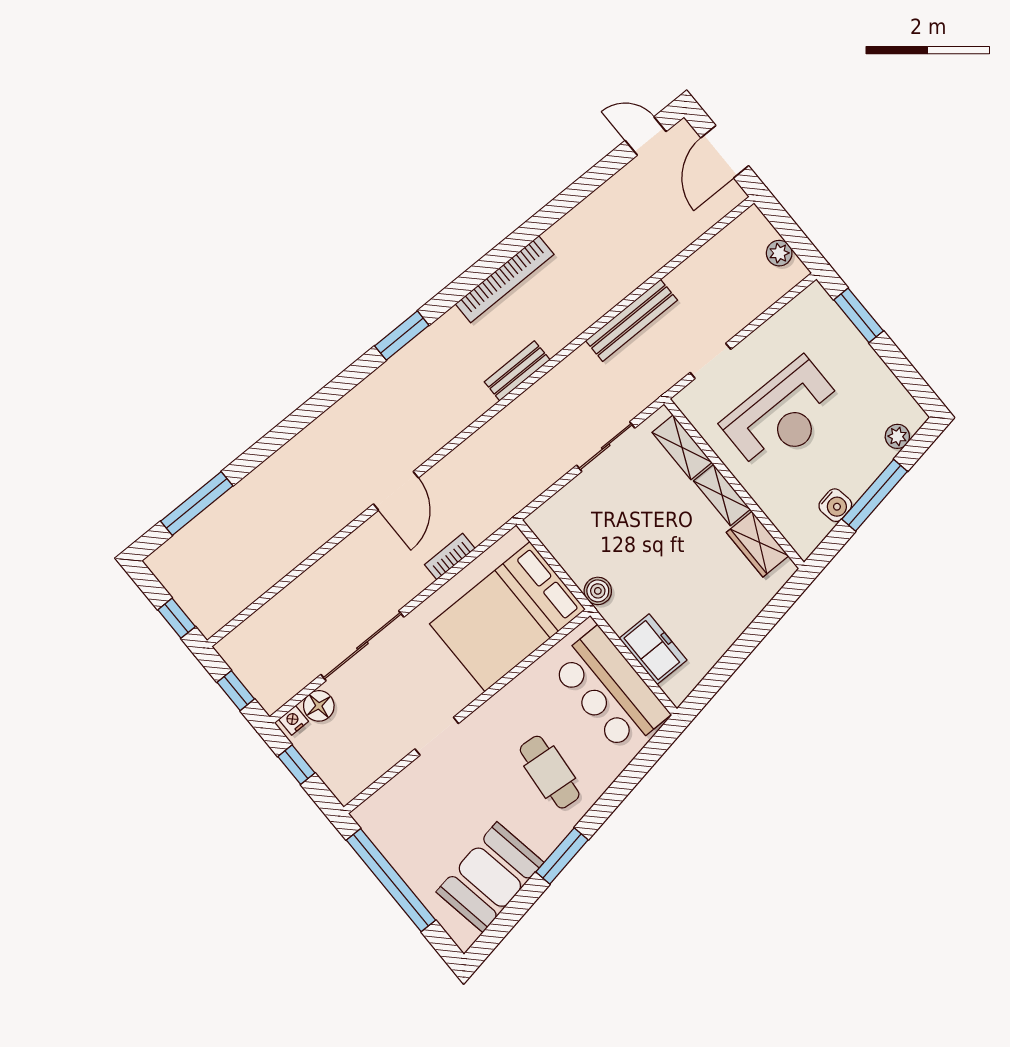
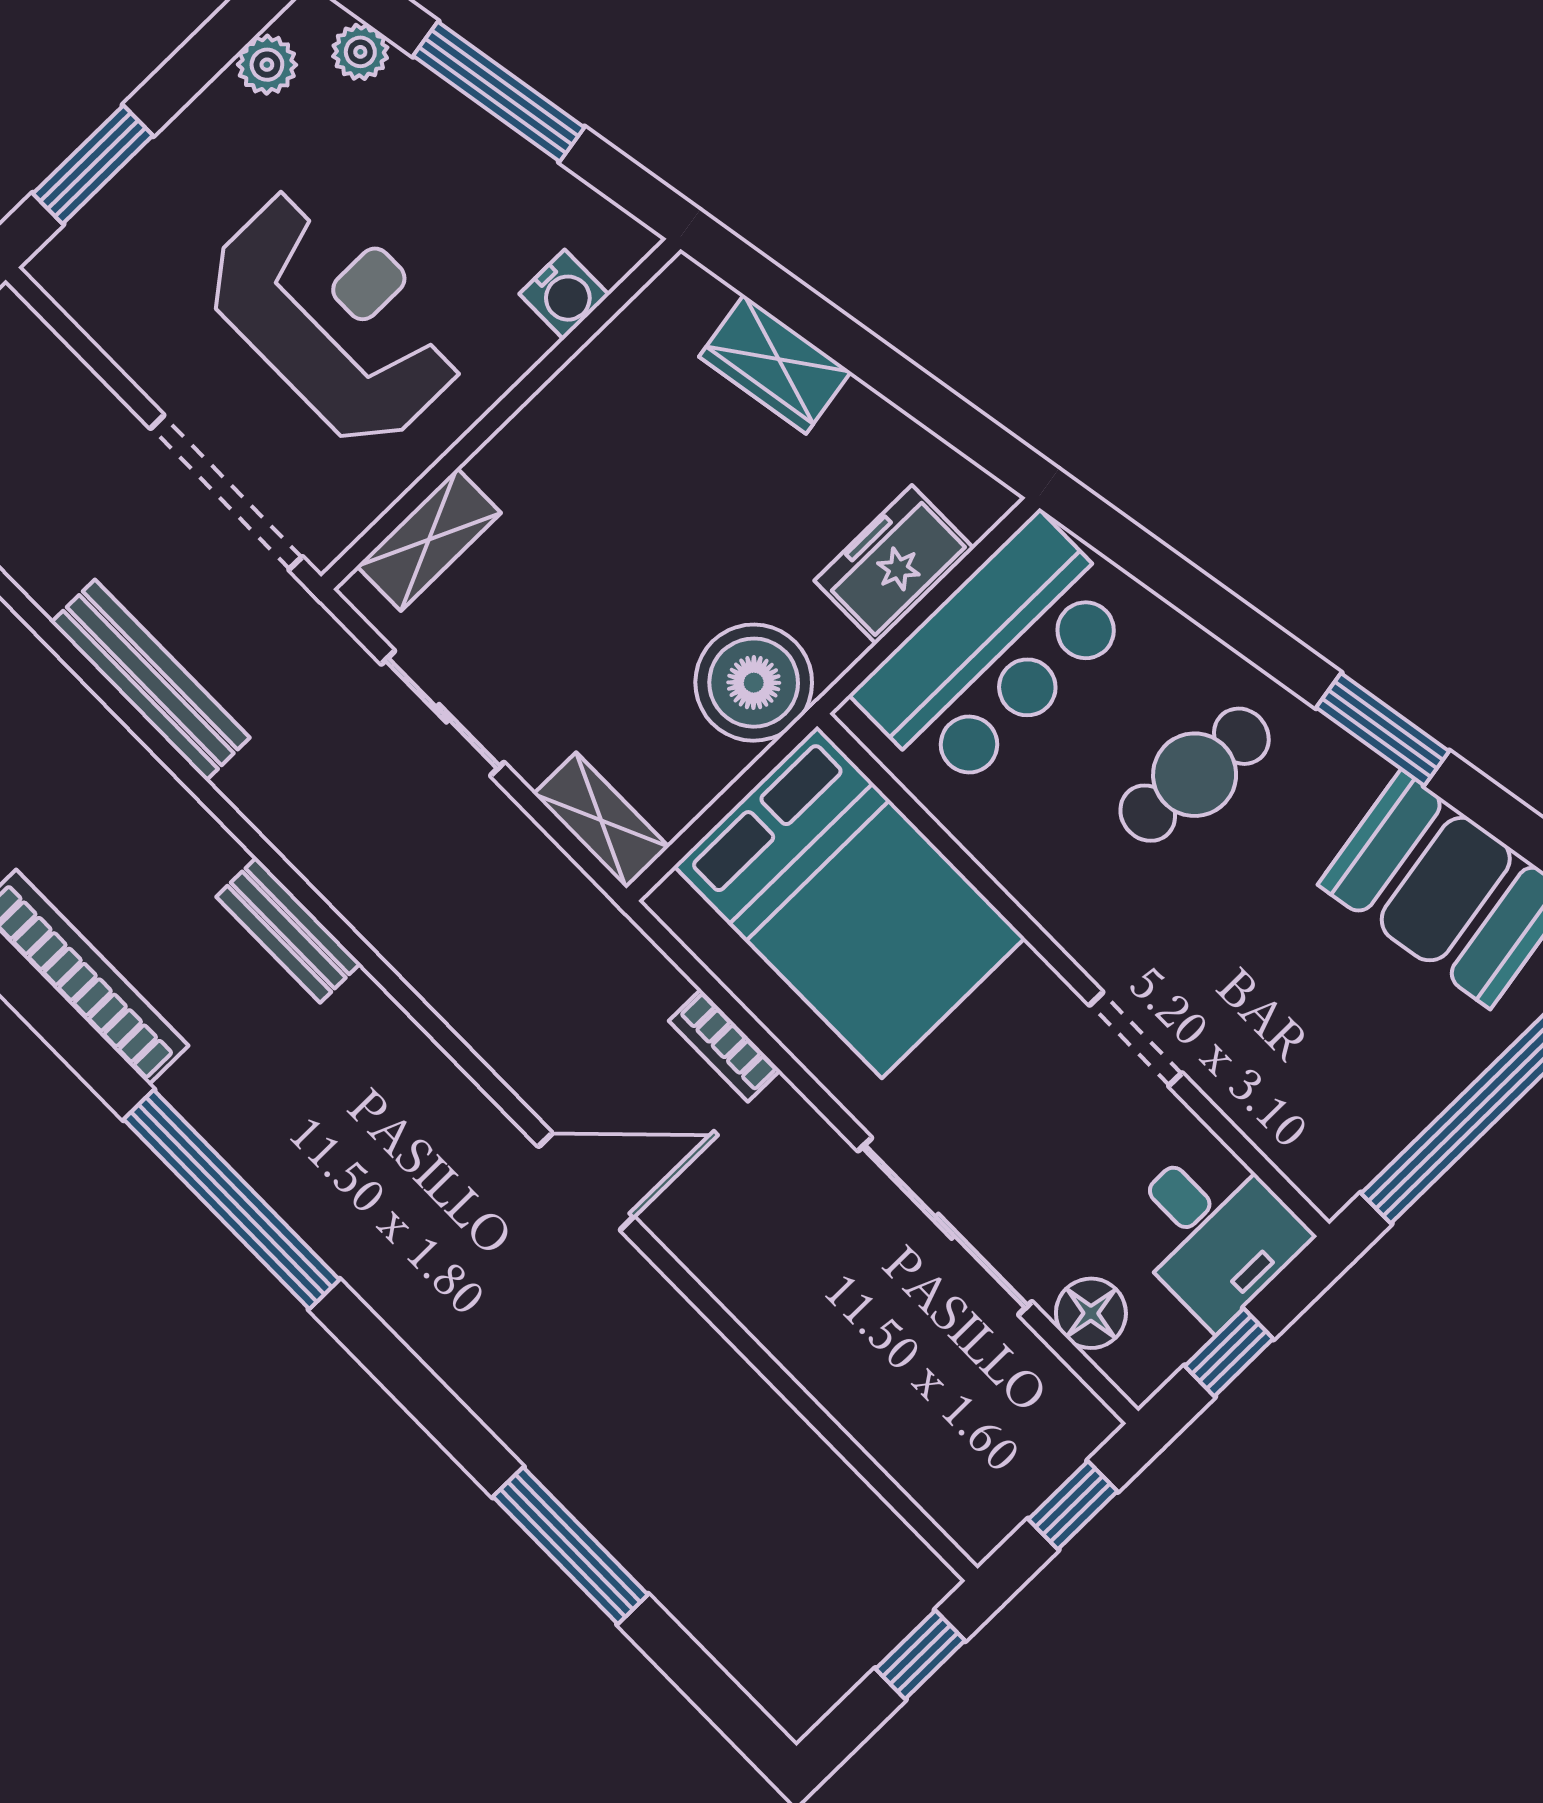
window: (402, 336) -> (232, 1200), width x2.11
doorway: (710, 361) -> (226, 492), width x1.87
plant: (895, 395) -> (267, 65), added
shelving: (722, 495) -> (601, 820), moved, turned 90
window: (197, 503) -> (570, 1546), moved
water cooler: (835, 505) -> (564, 294), moved, turned 100
wardrobe: (757, 544) -> (775, 364), moved, turned 80
boiler: (598, 591) -> (754, 683), width x1.86, depth x1.86
nightstand: (293, 720) -> (1129, 1368), removed
desk: (350, 762) -> (1213, 1231), added

